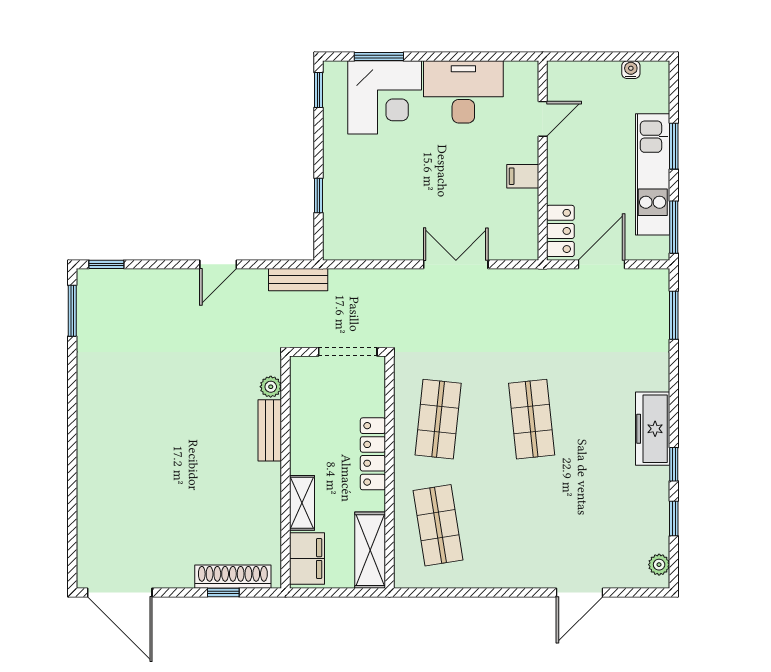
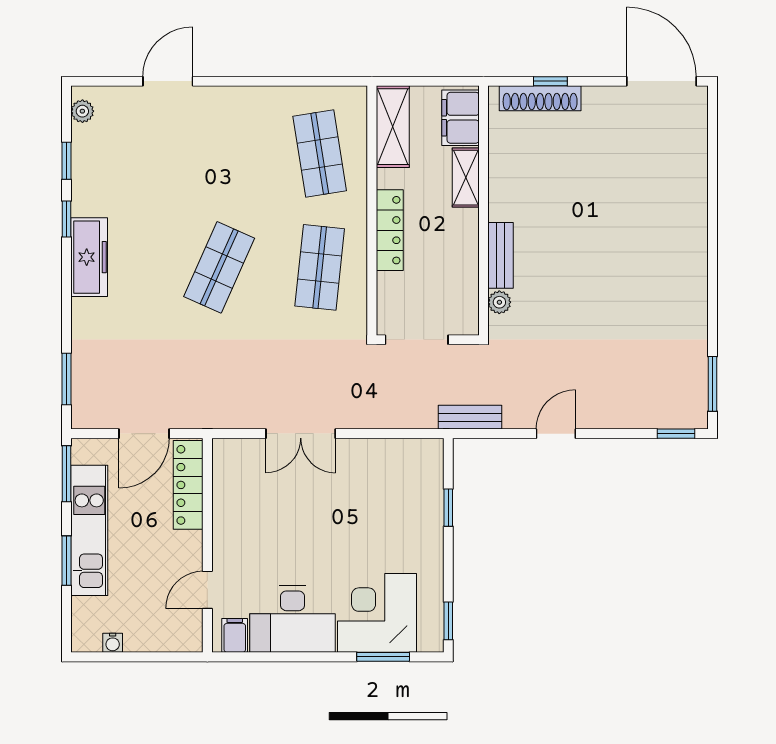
filing cabinet: (523, 176) -> (235, 635), moved, turned -90
locker: (560, 231) -> (188, 485), width x1.53
shop shelf: (532, 419) -> (219, 267), turned 30

